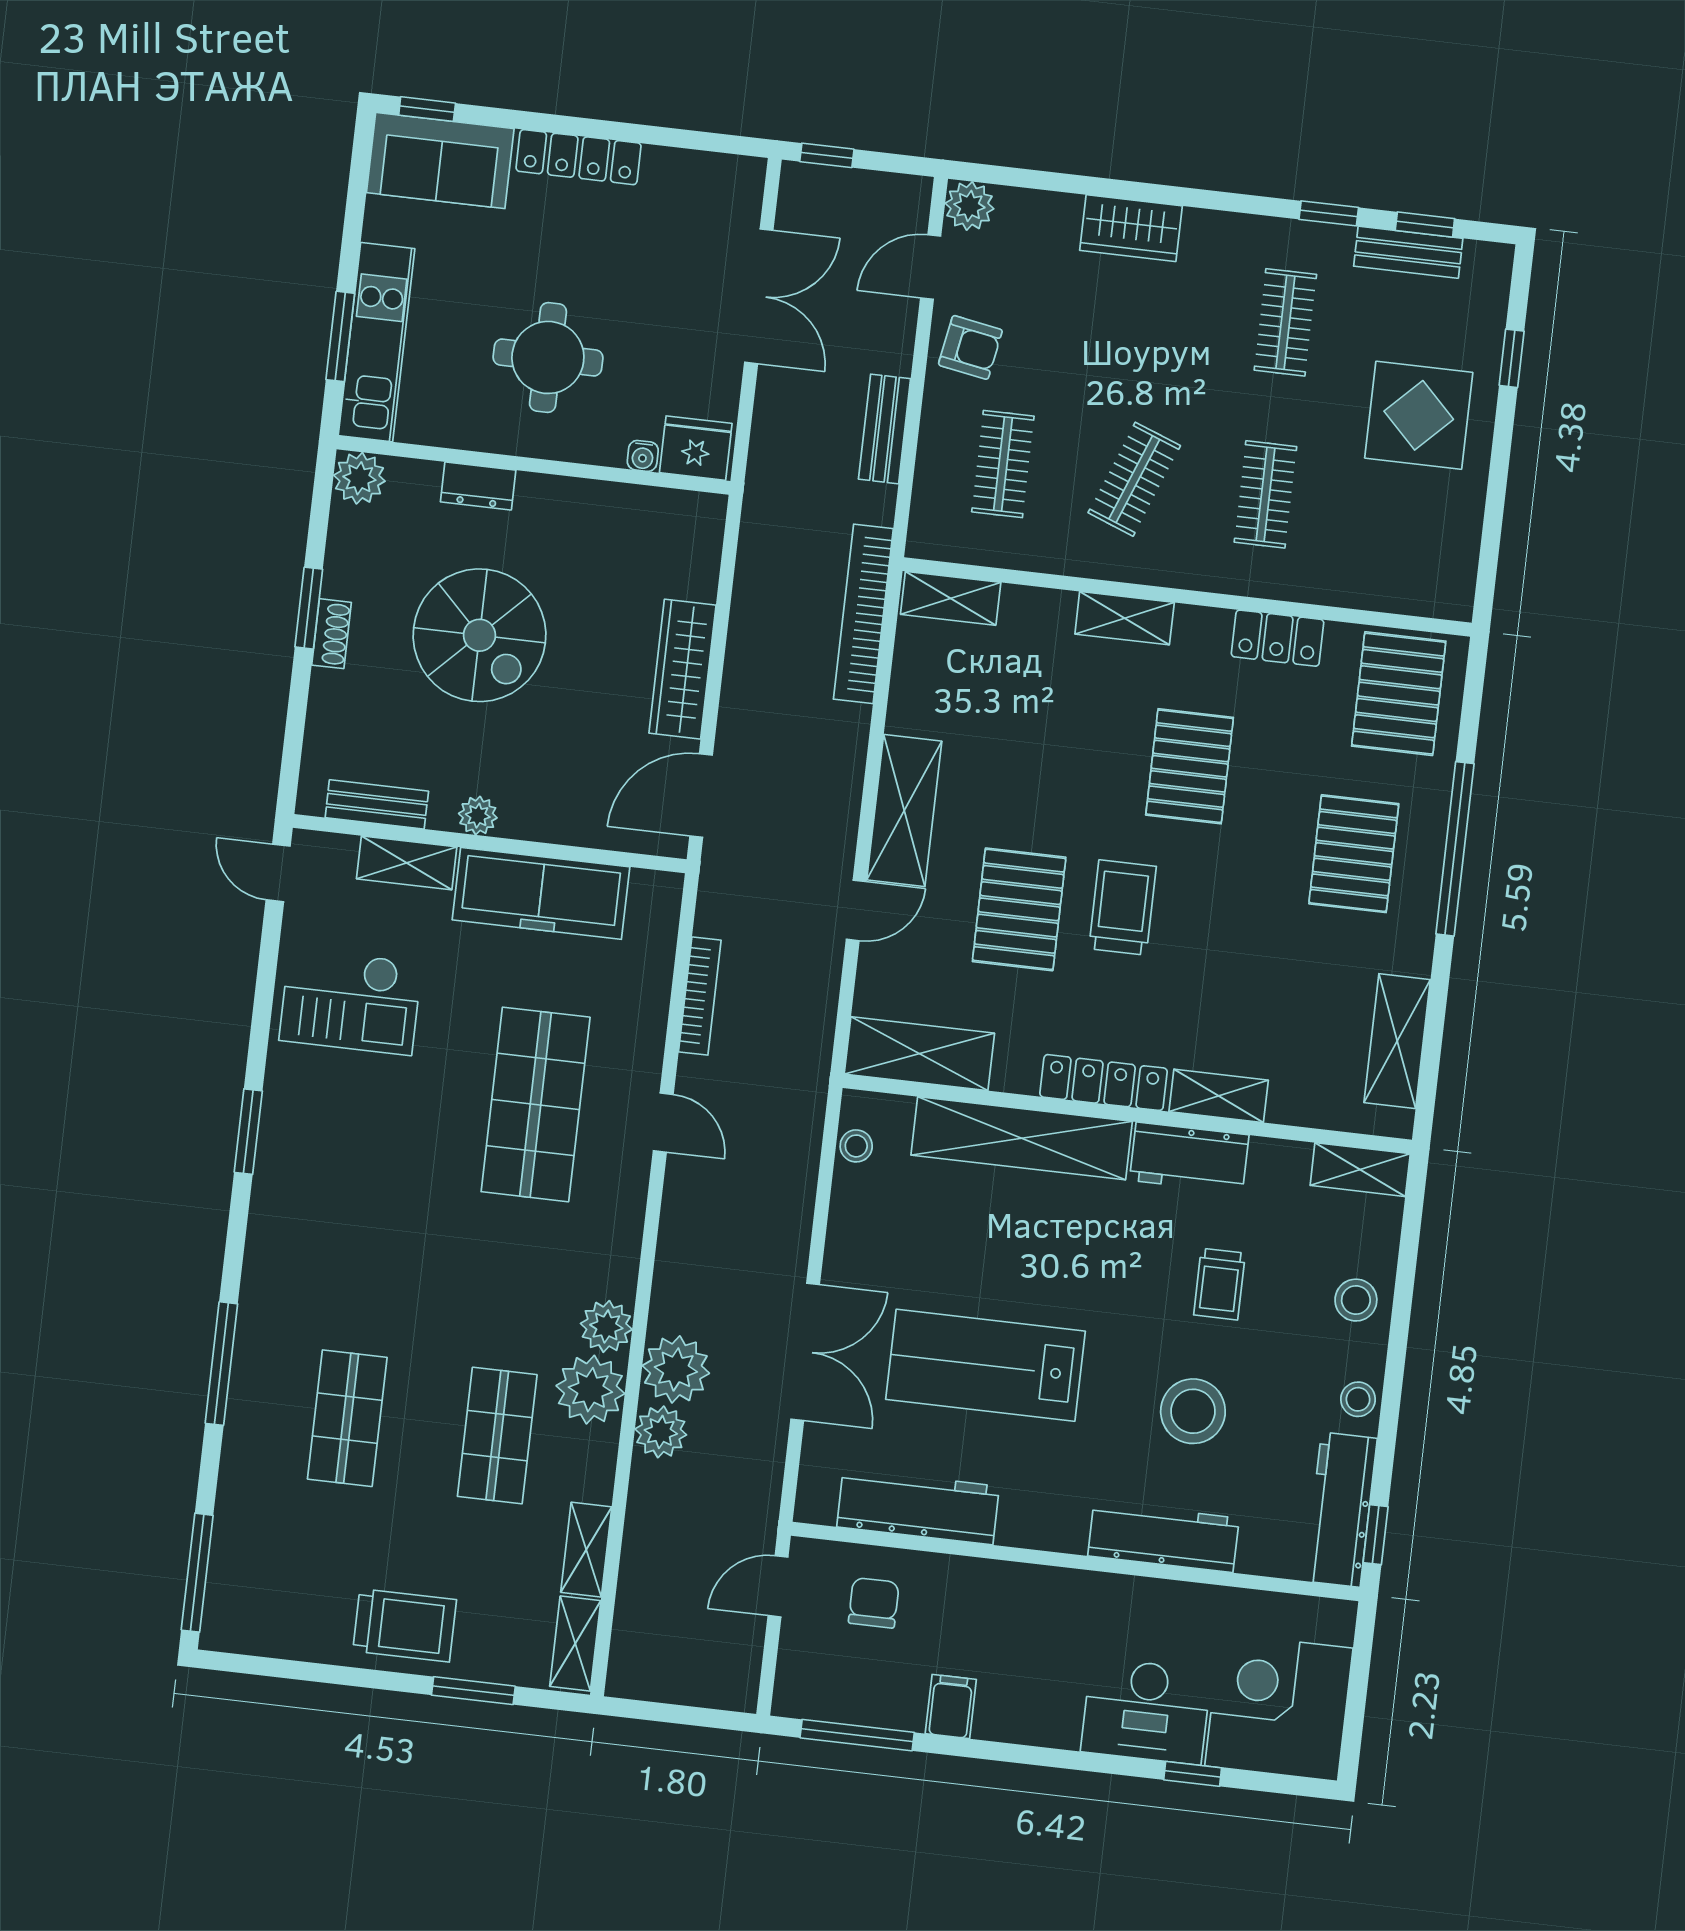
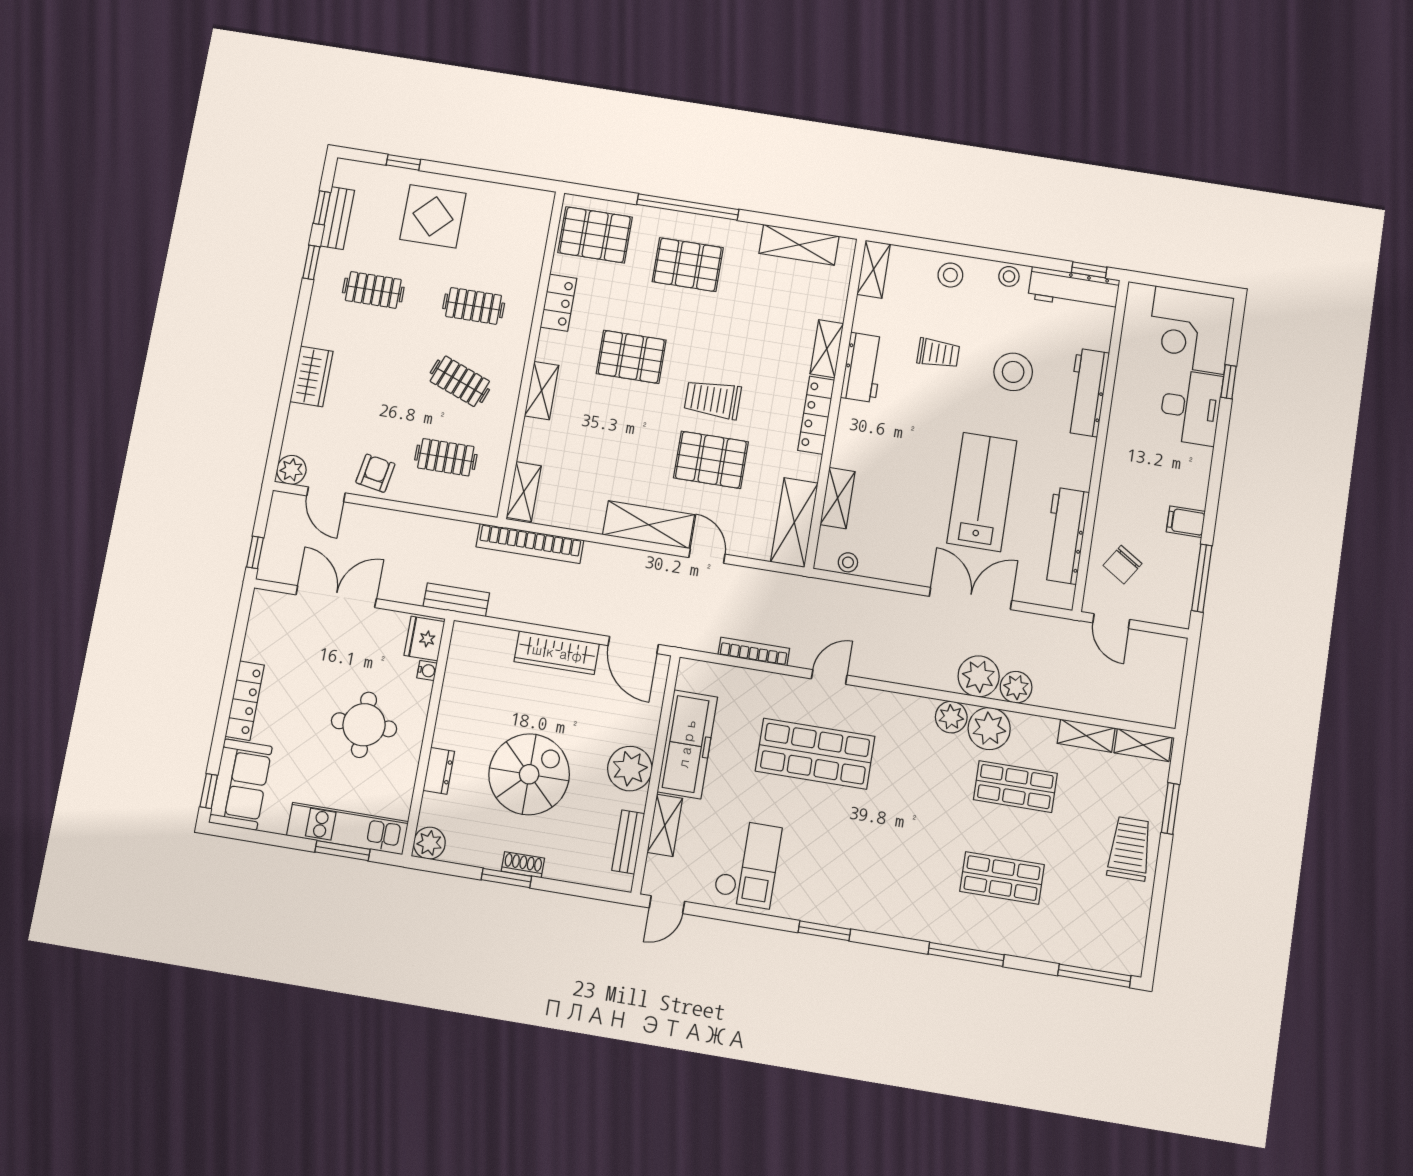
bench: (885, 429) -> (456, 600), moved
plant: (478, 816) -> (630, 769), width x1.88, depth x1.88
shelving: (1022, 1138) -> (838, 498), width x0.45, depth x0.75
lab bench: (985, 1365) -> (982, 492), turned 180
chair: (874, 1603) -> (1123, 565), turned -57

